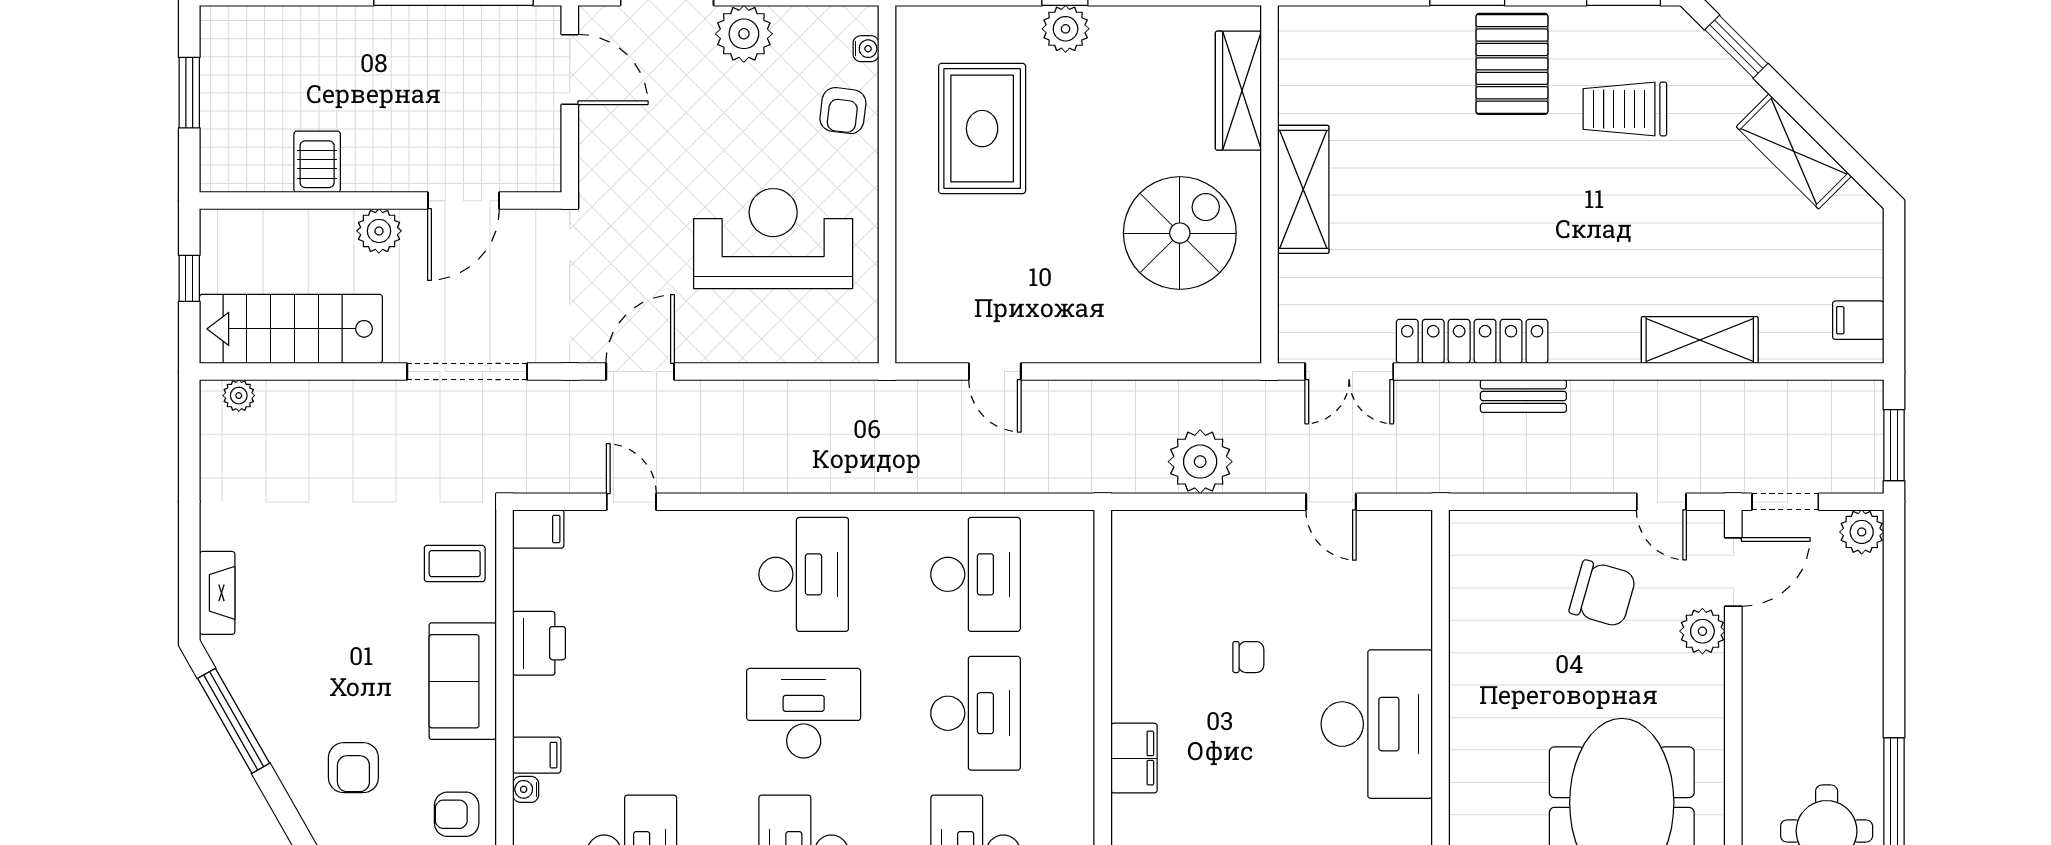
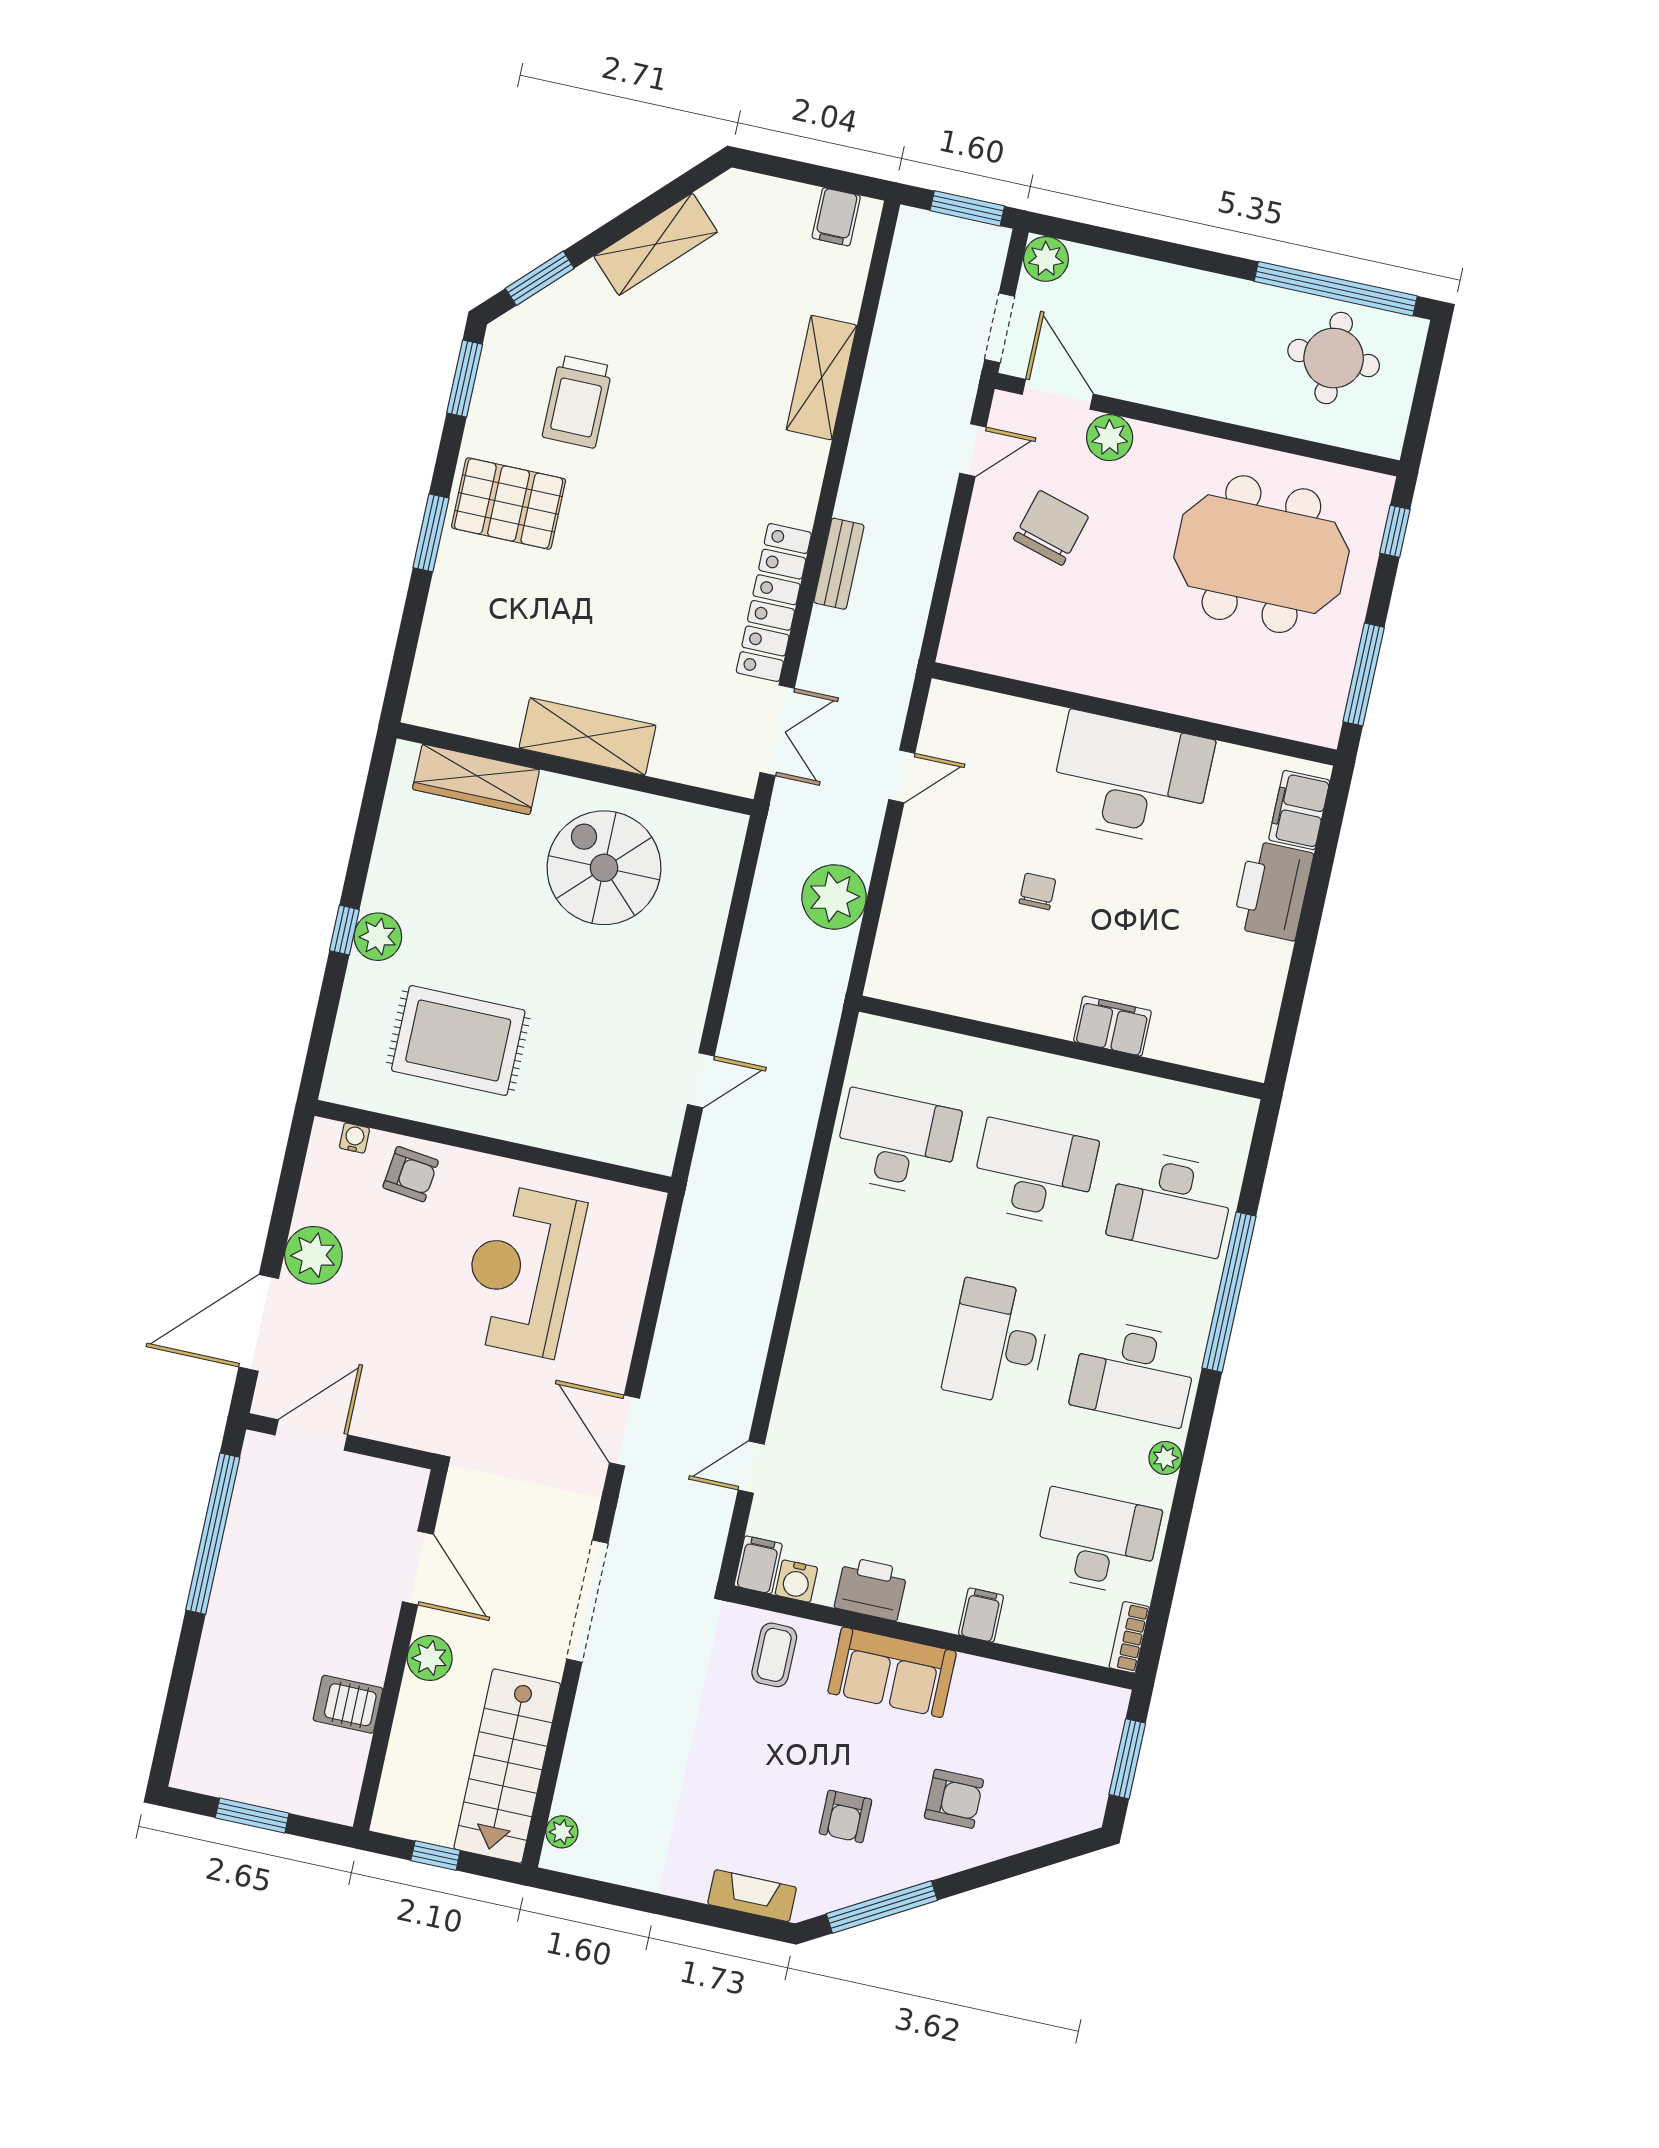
desk: (804, 574) -> (860, 1313), removed
water cooler: (526, 789) -> (796, 1581), moved, width x1.38, depth x1.38
armchair: (457, 814) -> (845, 1816), moved

